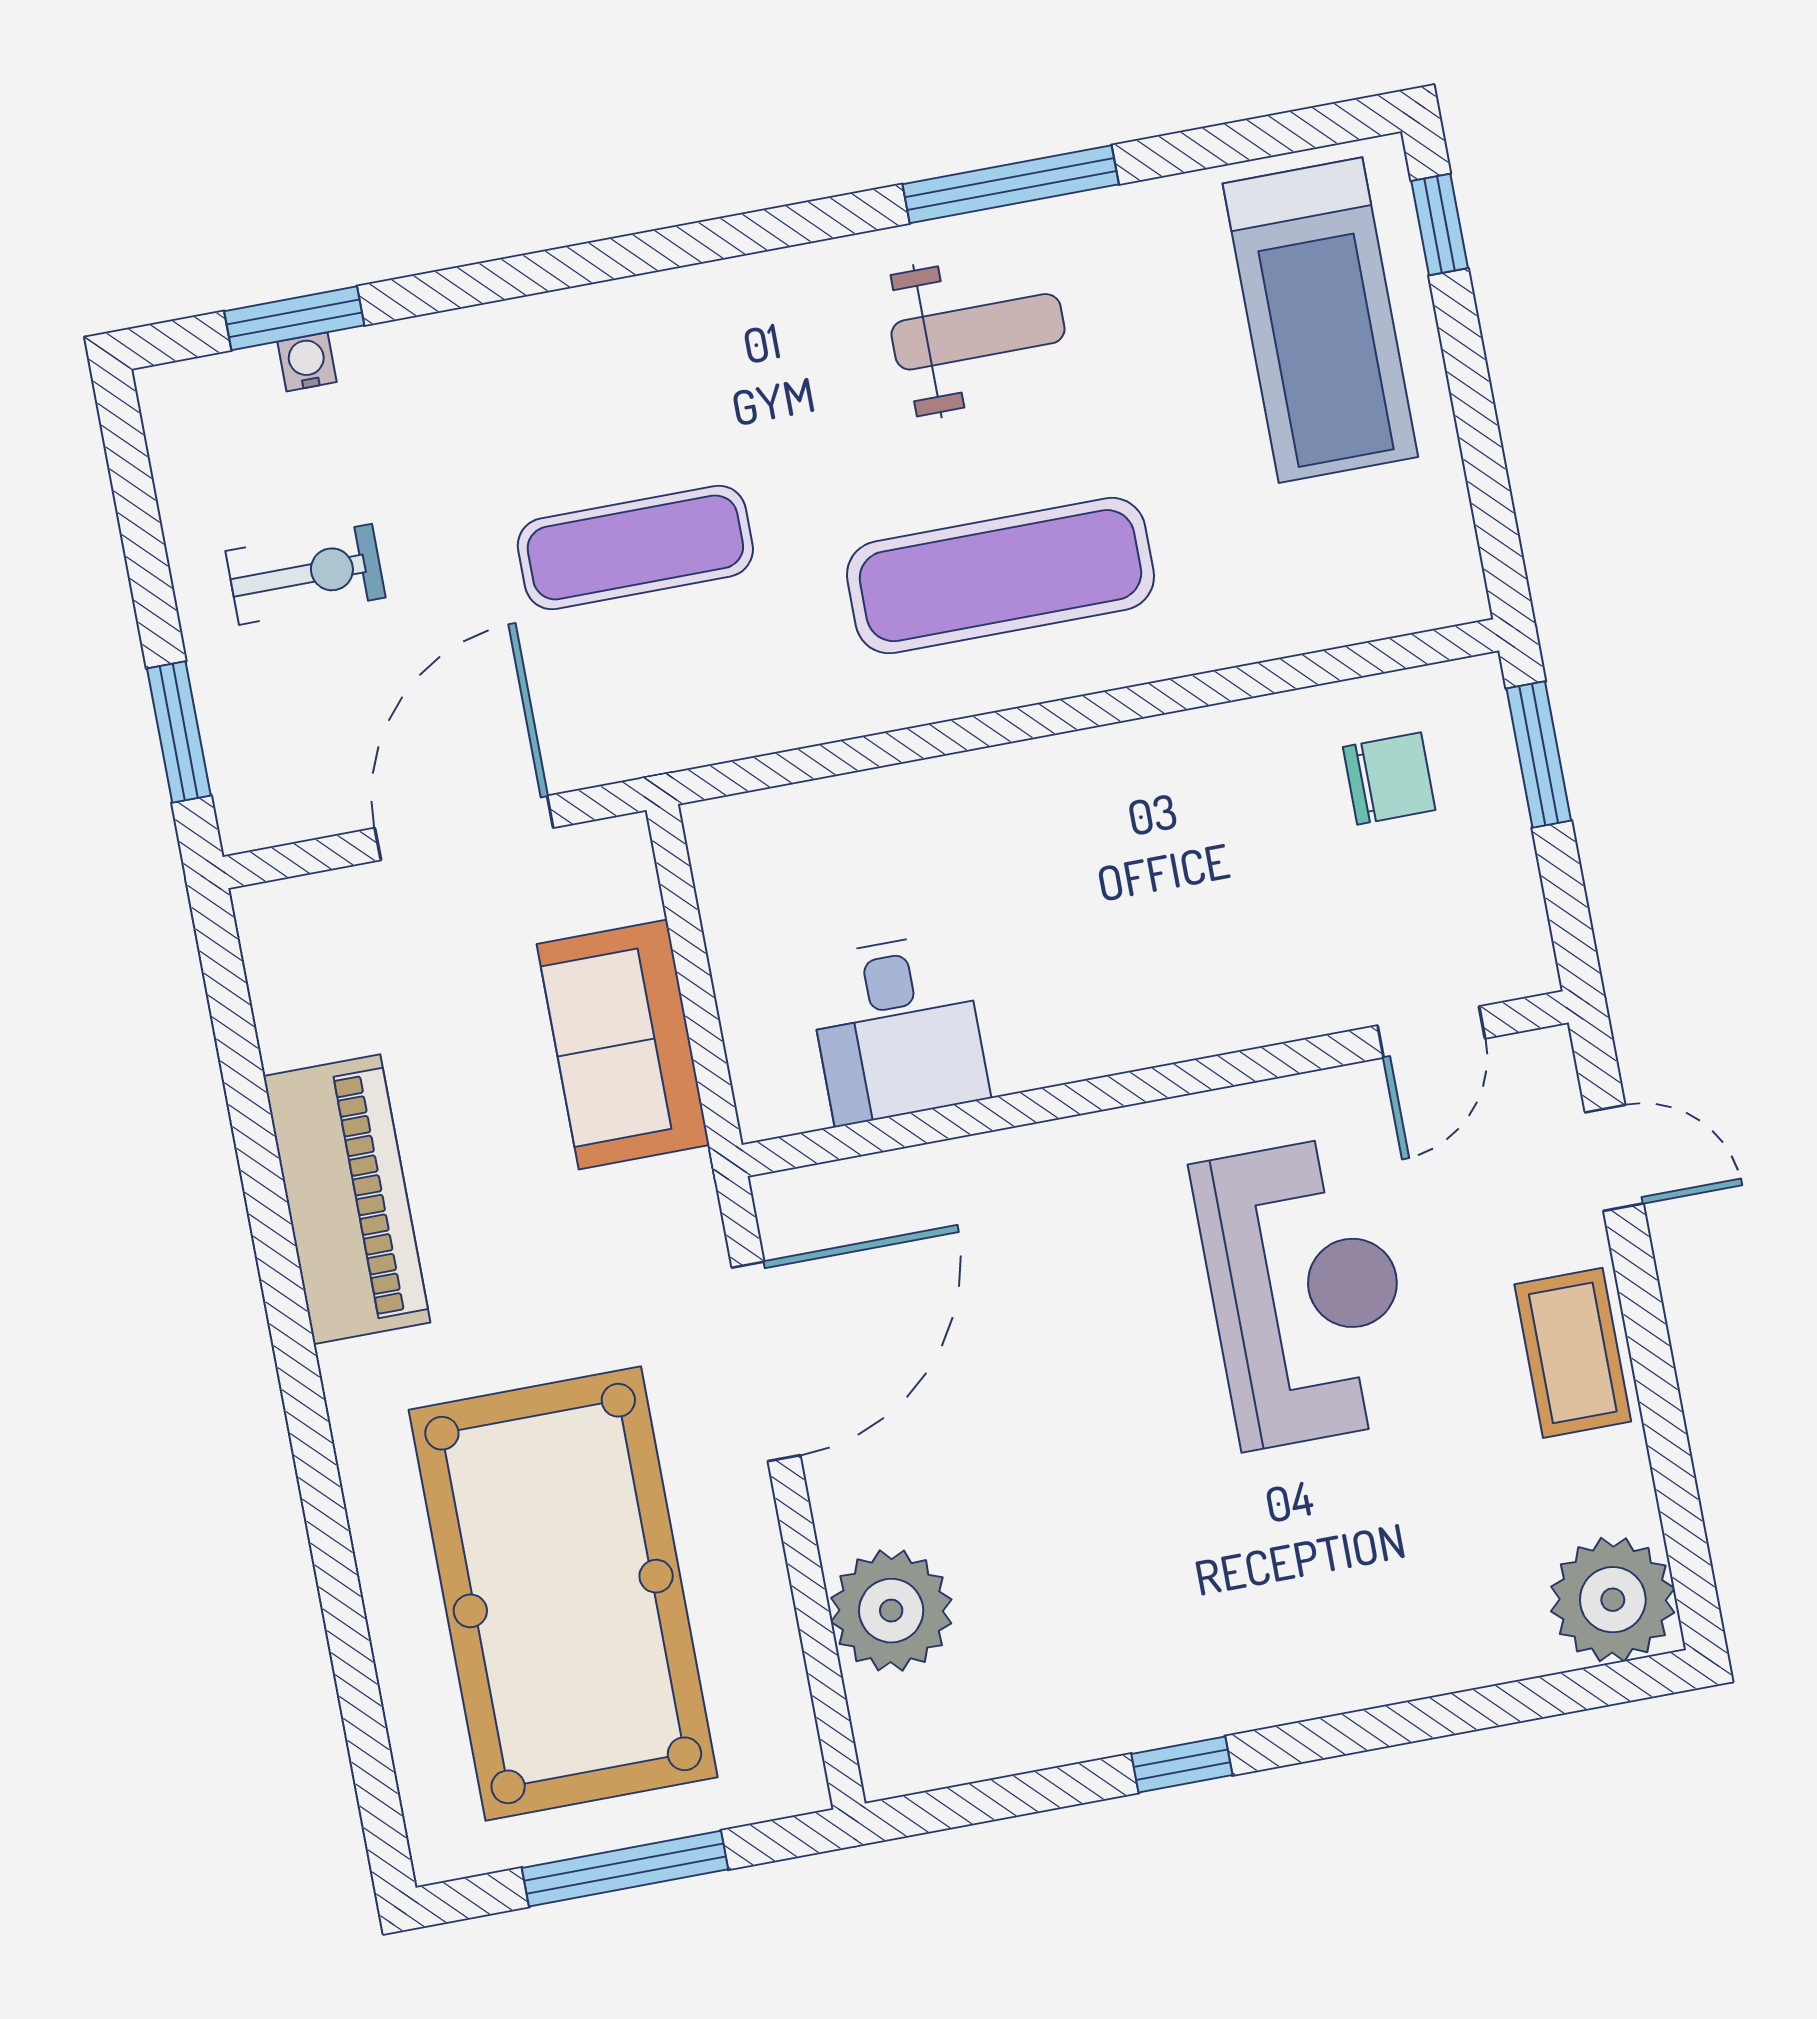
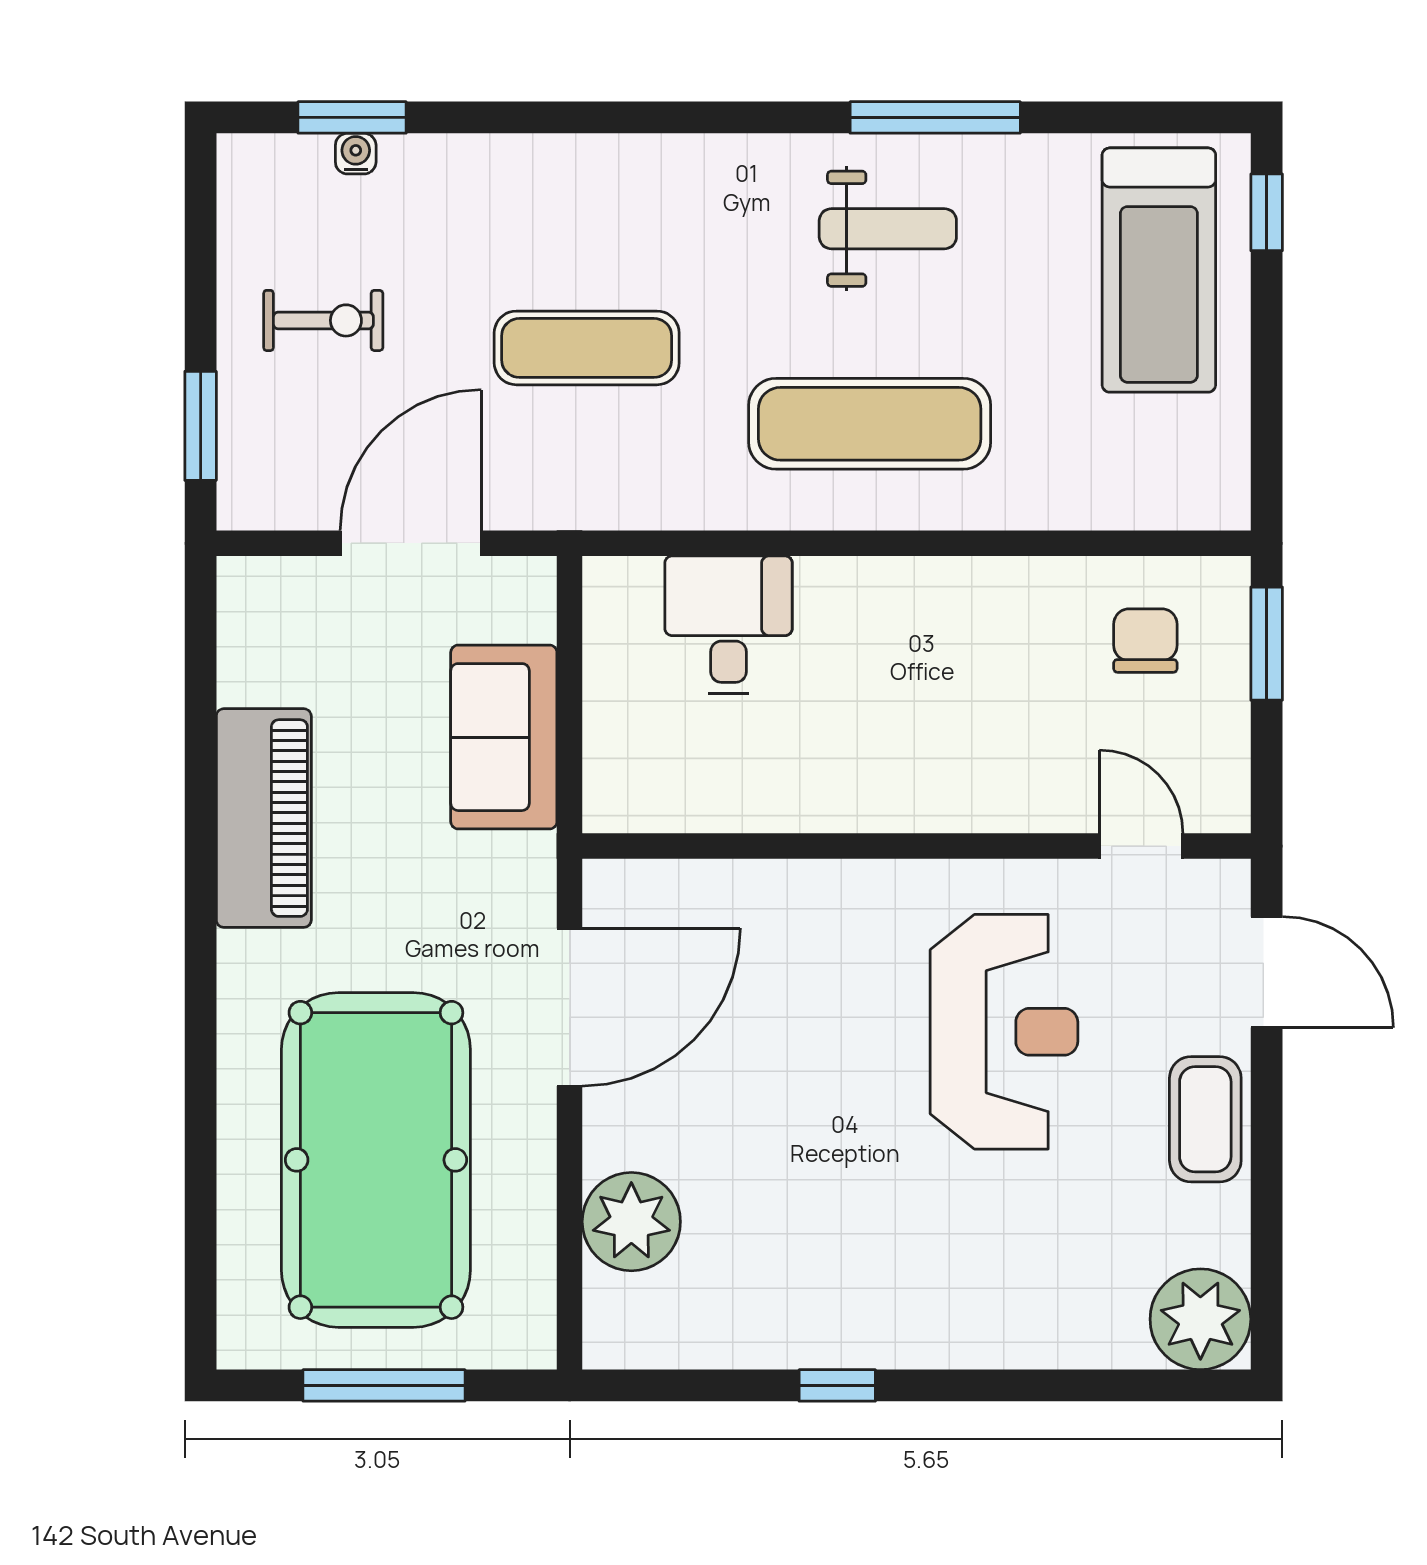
chair: (1389, 778) -> (1145, 641), turned -90
desk: (897, 1028) -> (728, 625), moved, turned 180
door: (1431, 1032) -> (1141, 846), swing flipped
door: (1614, 1158) -> (1267, 972), width x1.38

